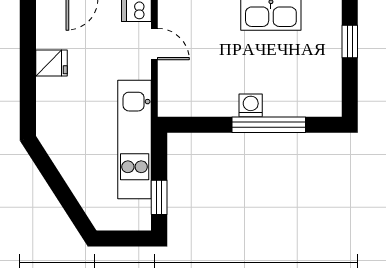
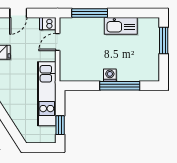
window: (350, 42) -> (164, 41), width x1.50
door: (154, 44) -> (58, 42), swing flipped

